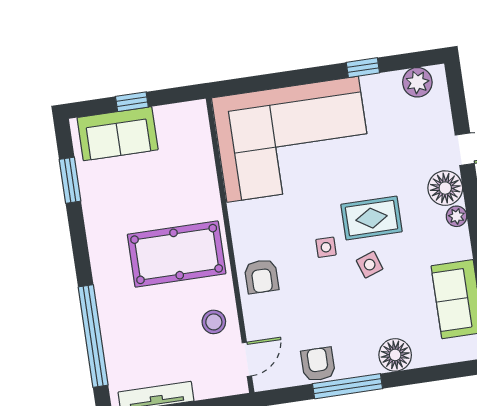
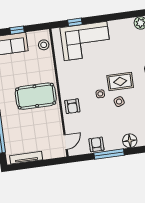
window: (363, 68) -> (75, 22), moved
corner sofa: (293, 139) -> (86, 41), width x0.73, depth x0.74
stool: (214, 322) -> (44, 45), moved

